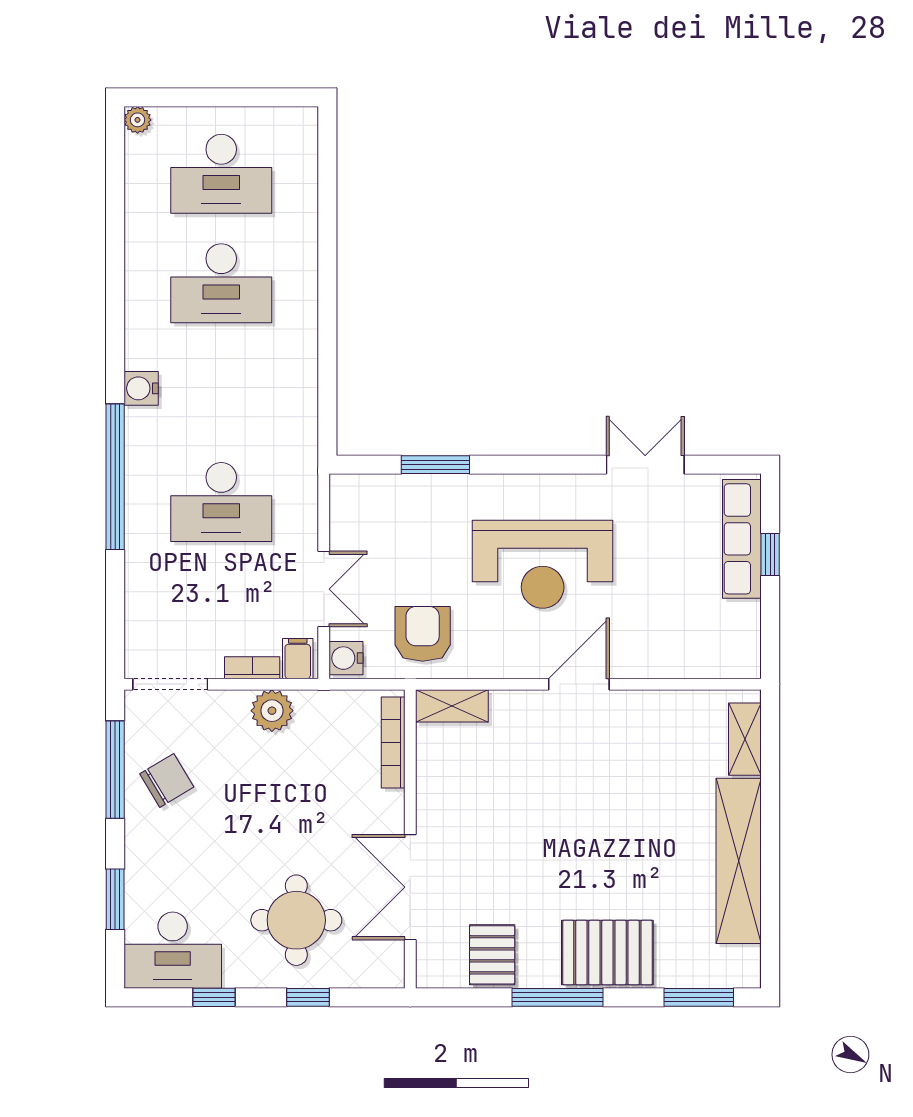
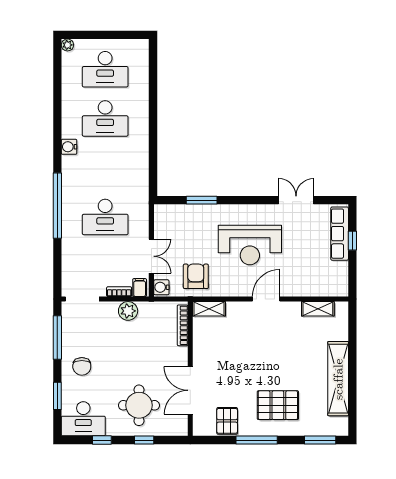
water cooler: (141, 388) -> (69, 147), moved
shelving: (745, 739) -> (318, 309), moved, turned 90
chair: (167, 780) -> (82, 366), moved, turned 121
pallet: (607, 952) -> (278, 405), moved

